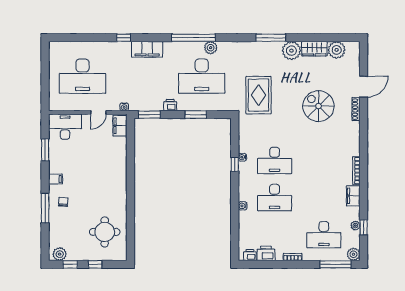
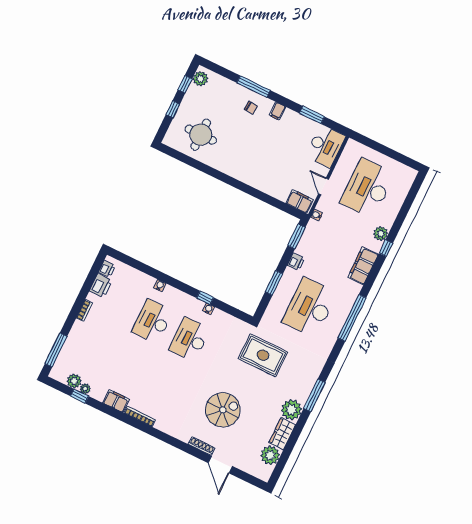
plant: (211, 48) -> (381, 234), moved
desk: (324, 235) -> (91, 353), removed
plant: (354, 254) -> (74, 381), moved

